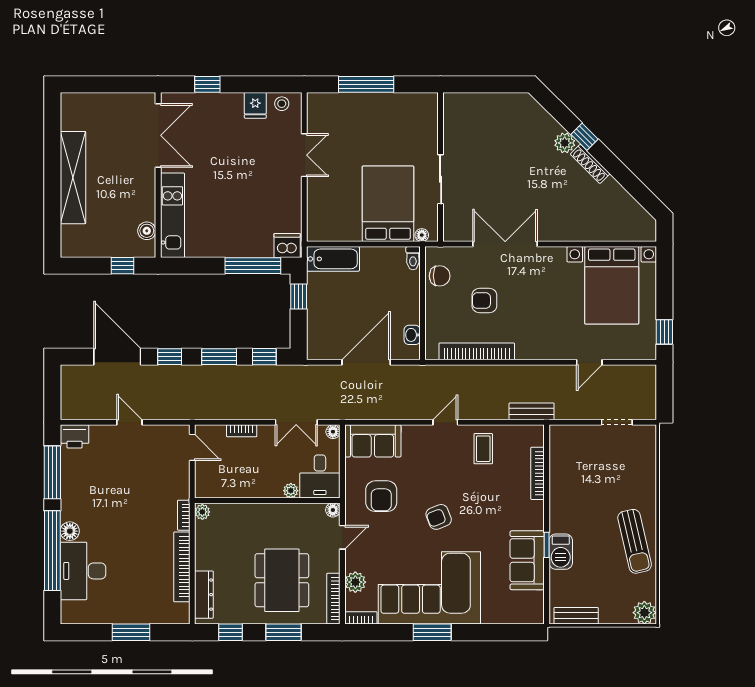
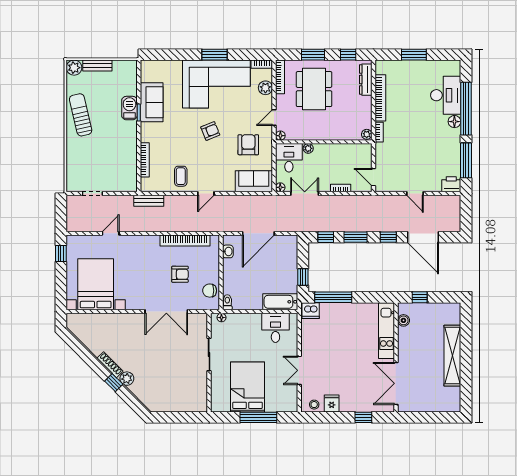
bed: (388, 204) -> (248, 387), moved, turned 180
desk: (340, 219) -> (275, 328), added
bench: (576, 616) -> (97, 66), moved

